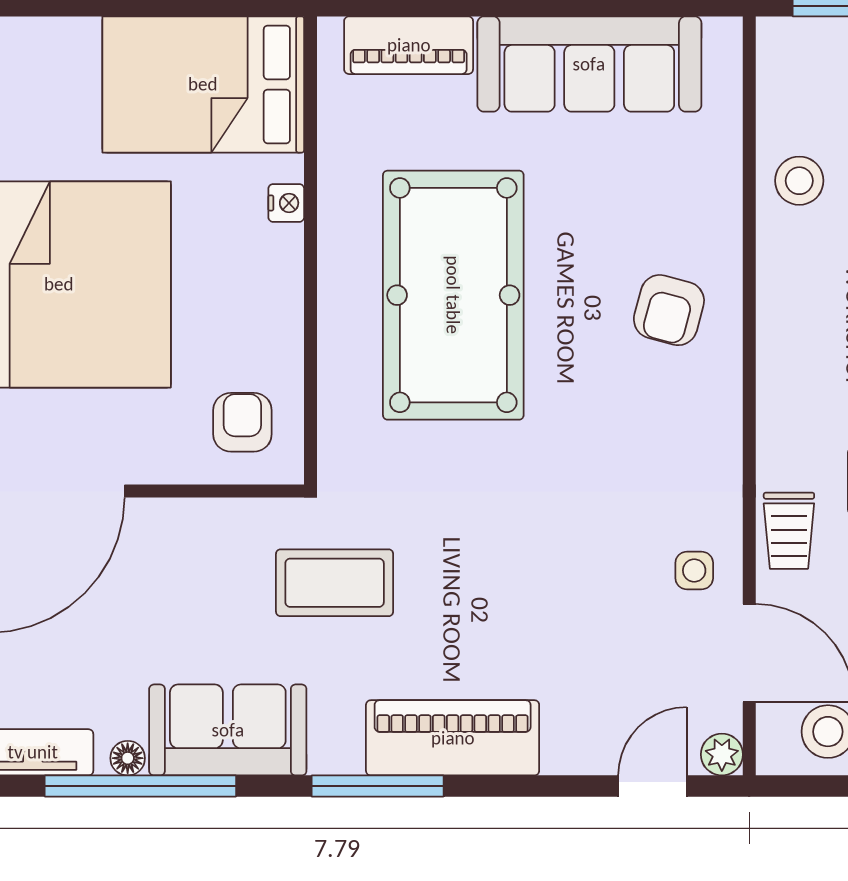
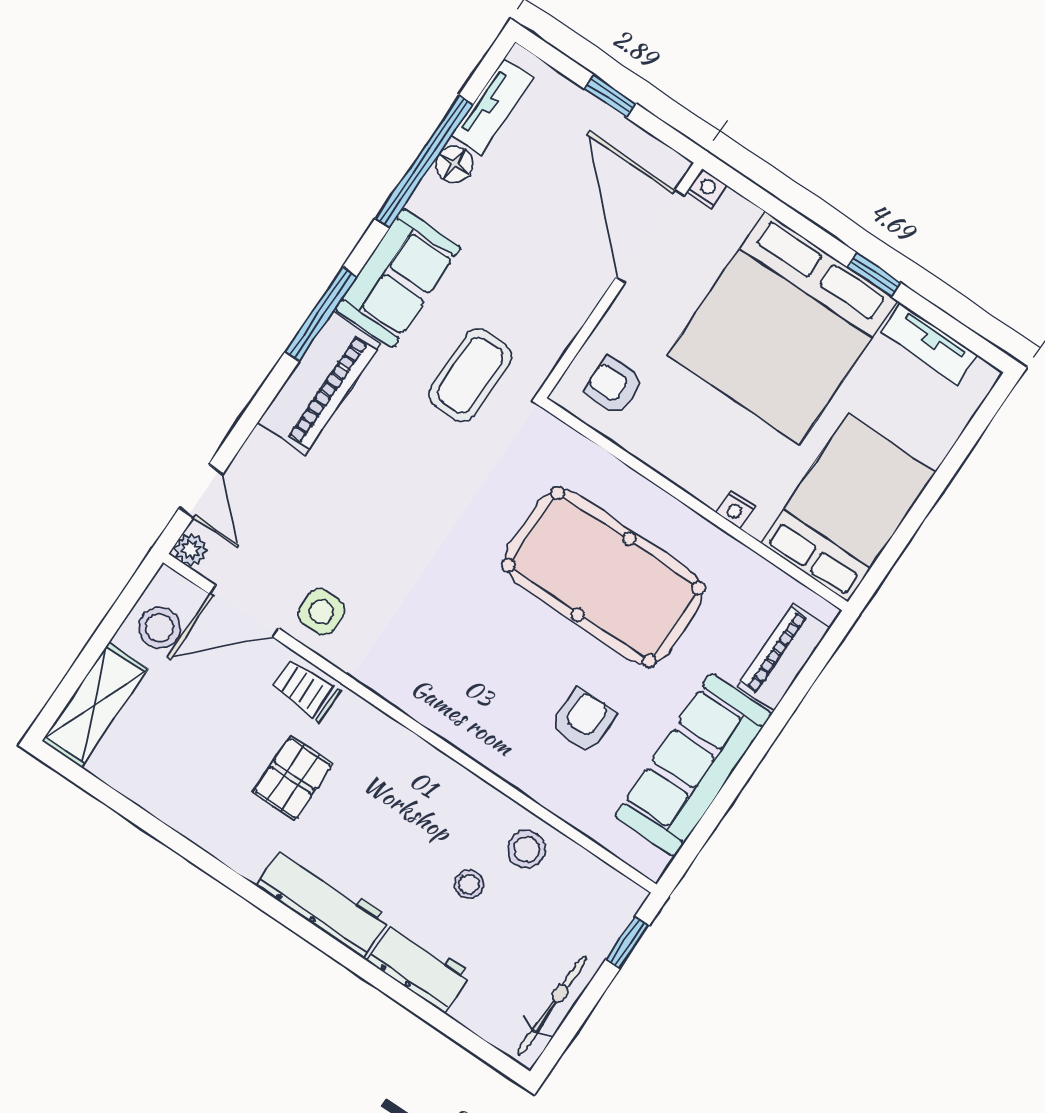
armchair: (669, 310) -> (583, 720), moved, turned 75
armchair: (242, 422) -> (614, 386), turned 180
side table: (694, 570) -> (321, 612), width x1.37, depth x1.37
sofa: (228, 730) -> (398, 278), moved
floor lamp: (128, 758) -> (454, 164), width x1.37, depth x1.37

